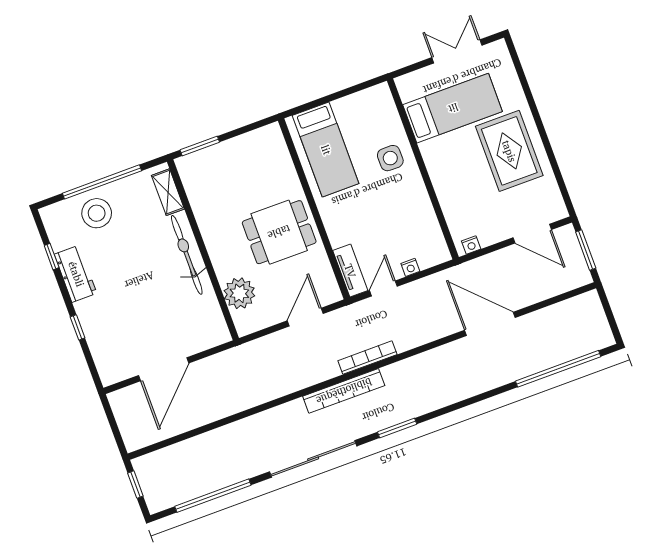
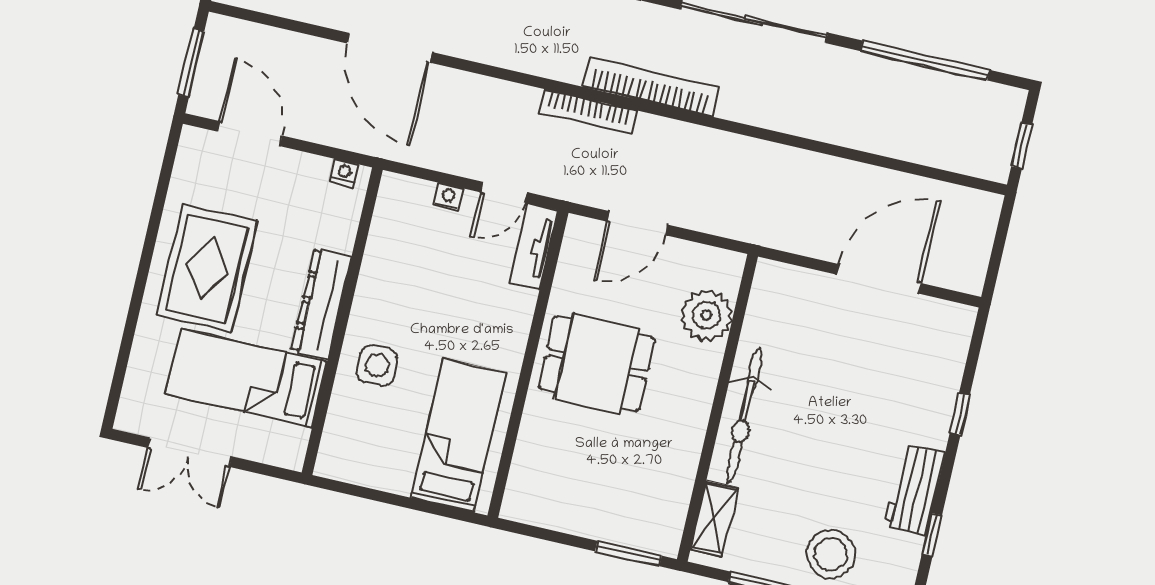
dresser: (439, 171) -> (321, 304), added

